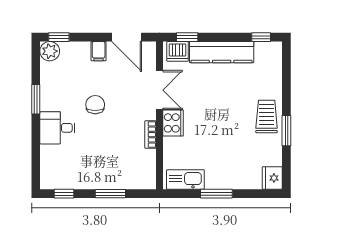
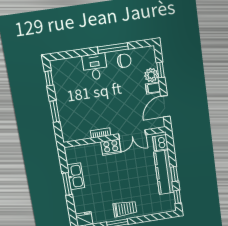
window: (59, 37) -> (160, 70), moved
window: (187, 37) -> (174, 174), moved
plant: (50, 51) -> (151, 75), moved
window: (36, 99) -> (113, 48), width x1.44
chair: (95, 105) -> (124, 61), moved
kitchen sink: (185, 180) -> (76, 176), moved

